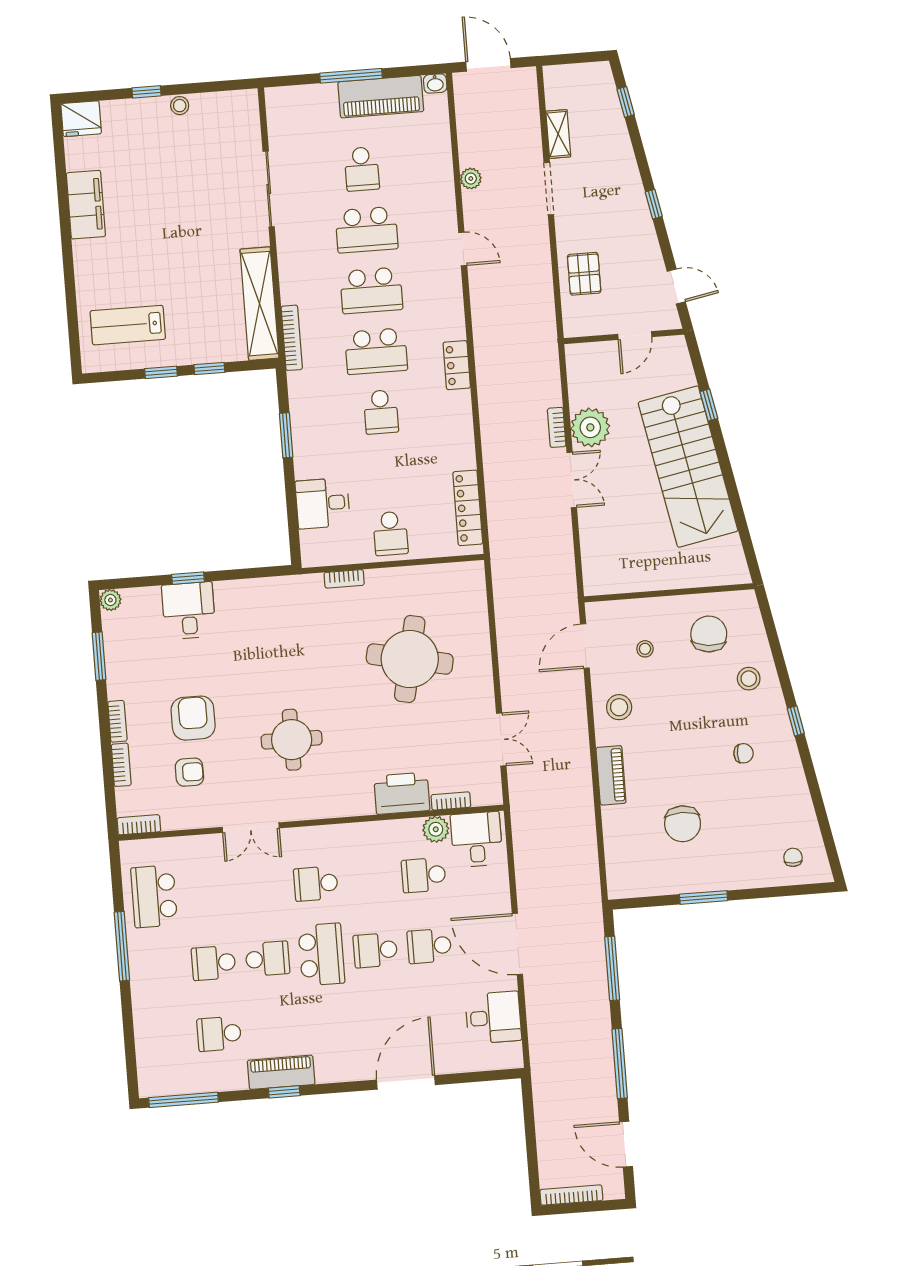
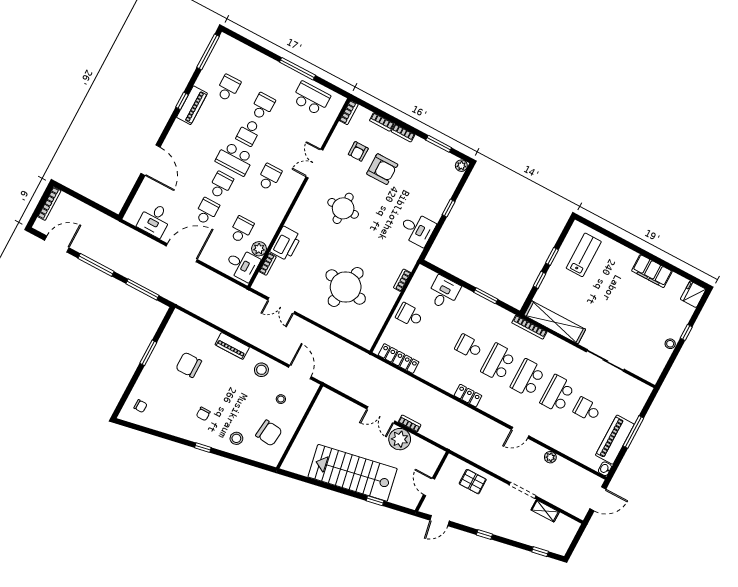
desk: (189, 611) -> (417, 229), moved

